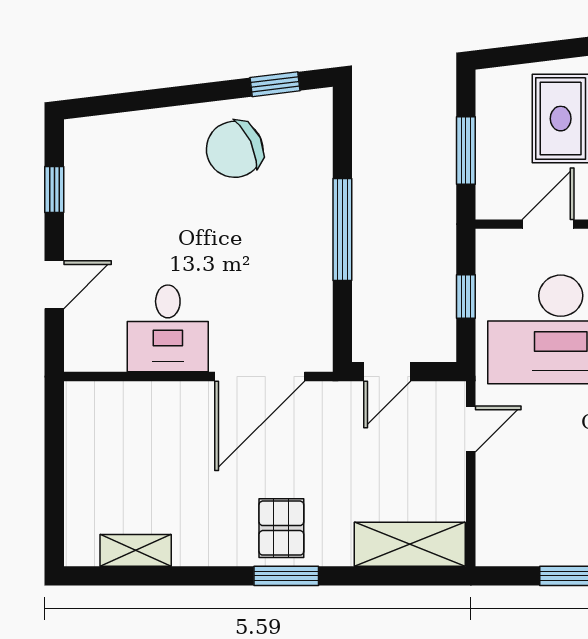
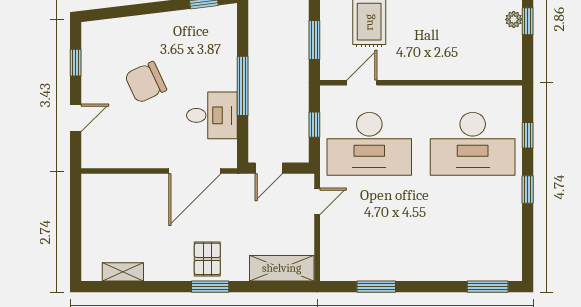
chair: (235, 149) -> (146, 82), moved
desk: (168, 328) -> (212, 115), moved, turned -90

